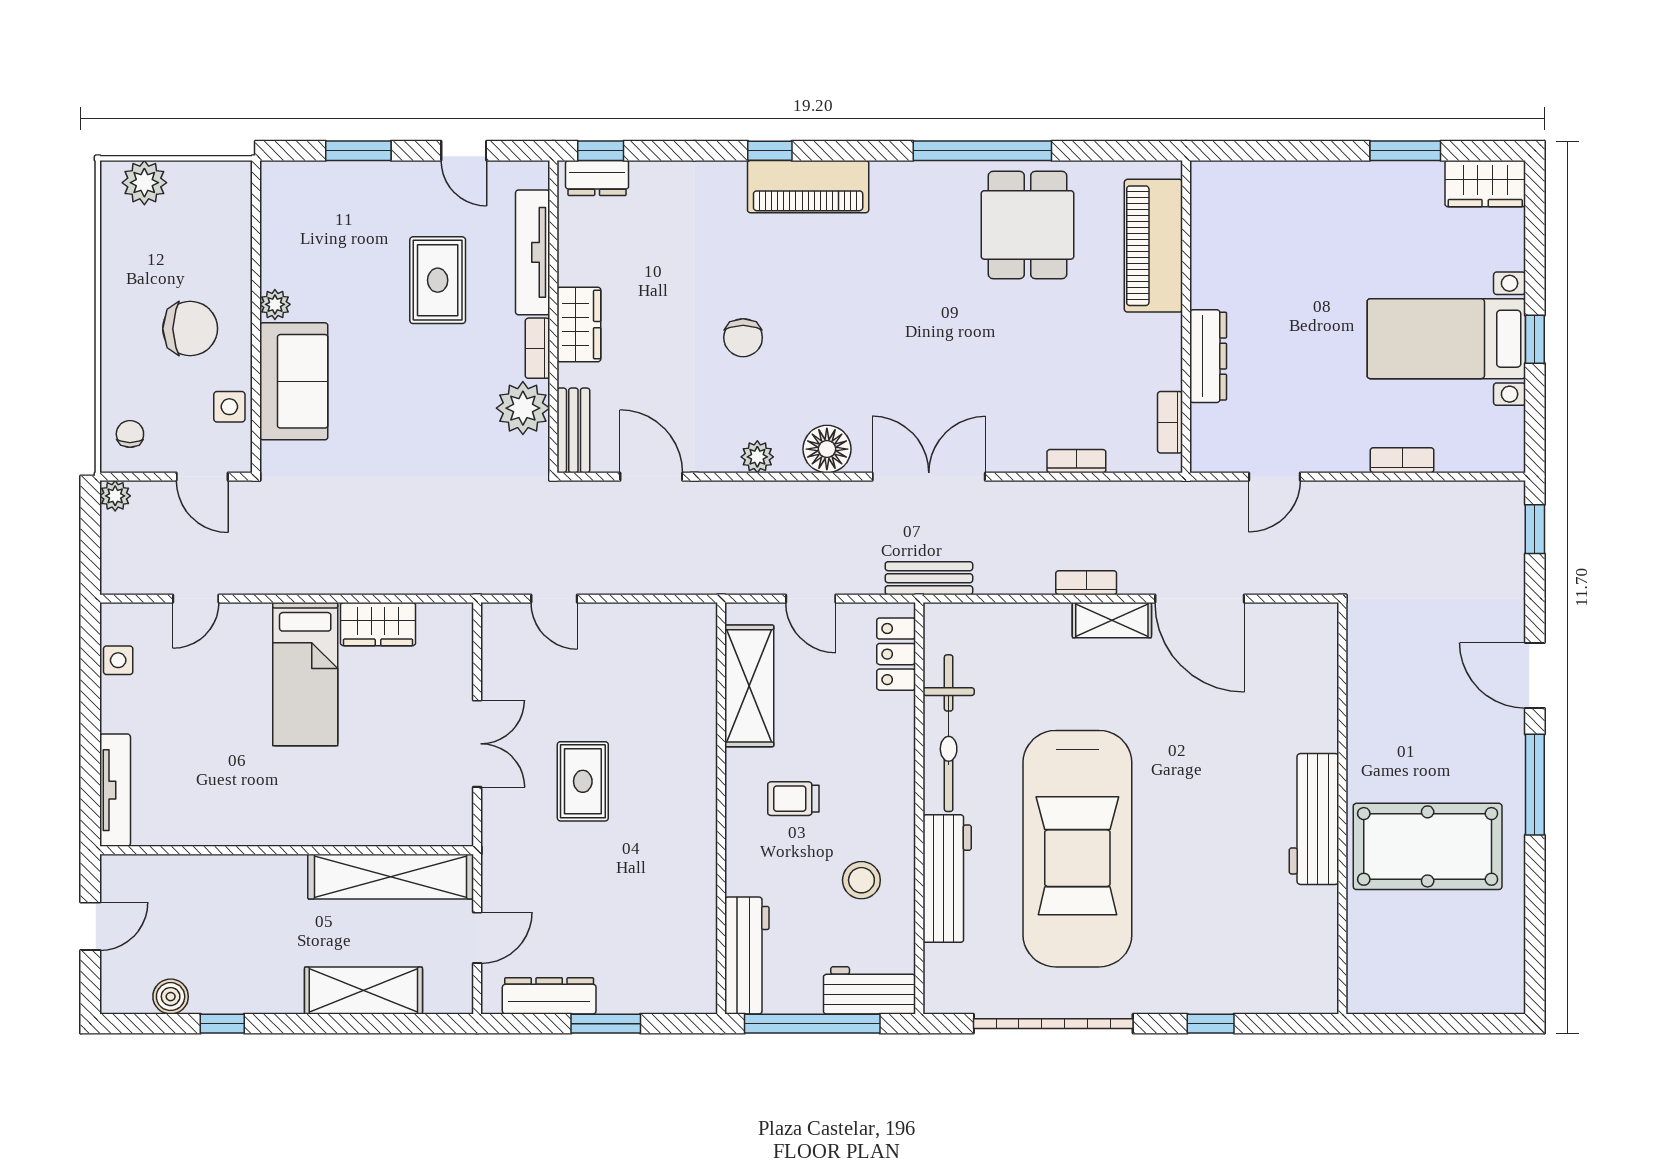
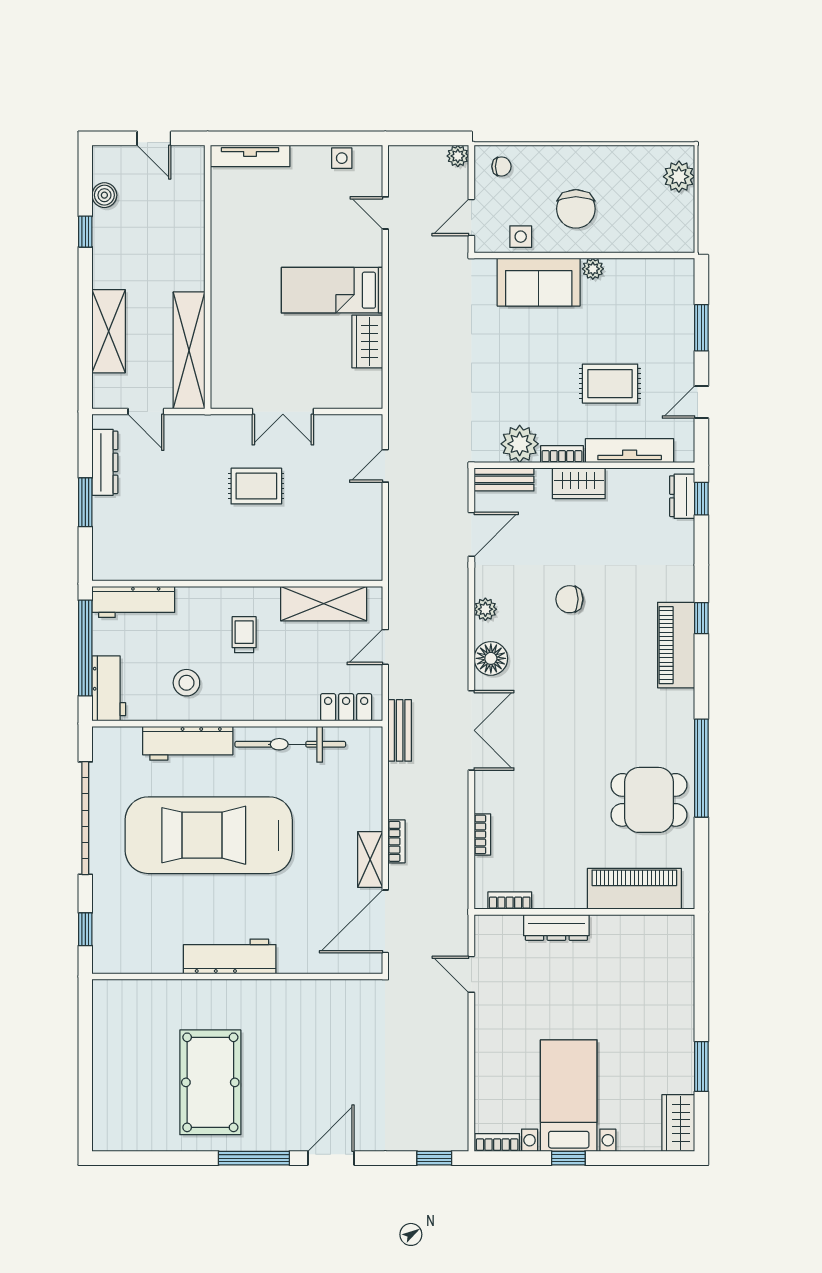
bookcase: (1402, 460) -> (497, 1142), moved, turned -90
wall: (1342, 808) -> (237, 976), moved
workbench: (1314, 819) -> (230, 956), moved

